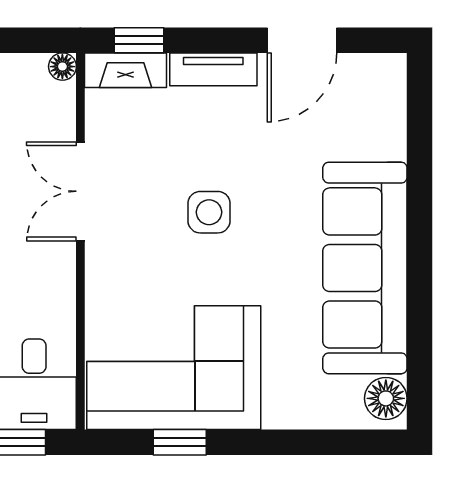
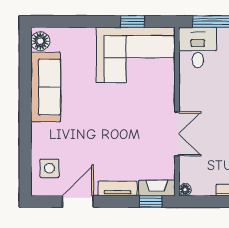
side table: (209, 212) -> (49, 168), moved
sofa: (365, 268) -> (46, 87), width x0.74, depth x0.79

